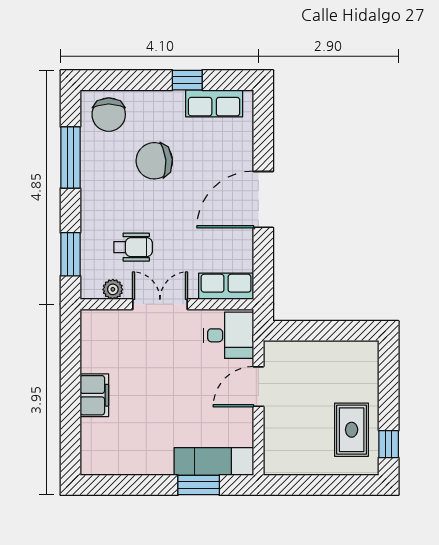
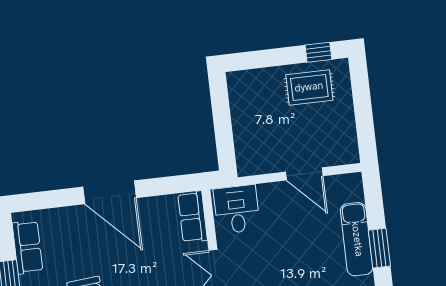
door: (258, 387) -> (304, 174), moved
exam couch: (214, 462) -> (357, 239), moved
window: (199, 485) -> (379, 248), moved

